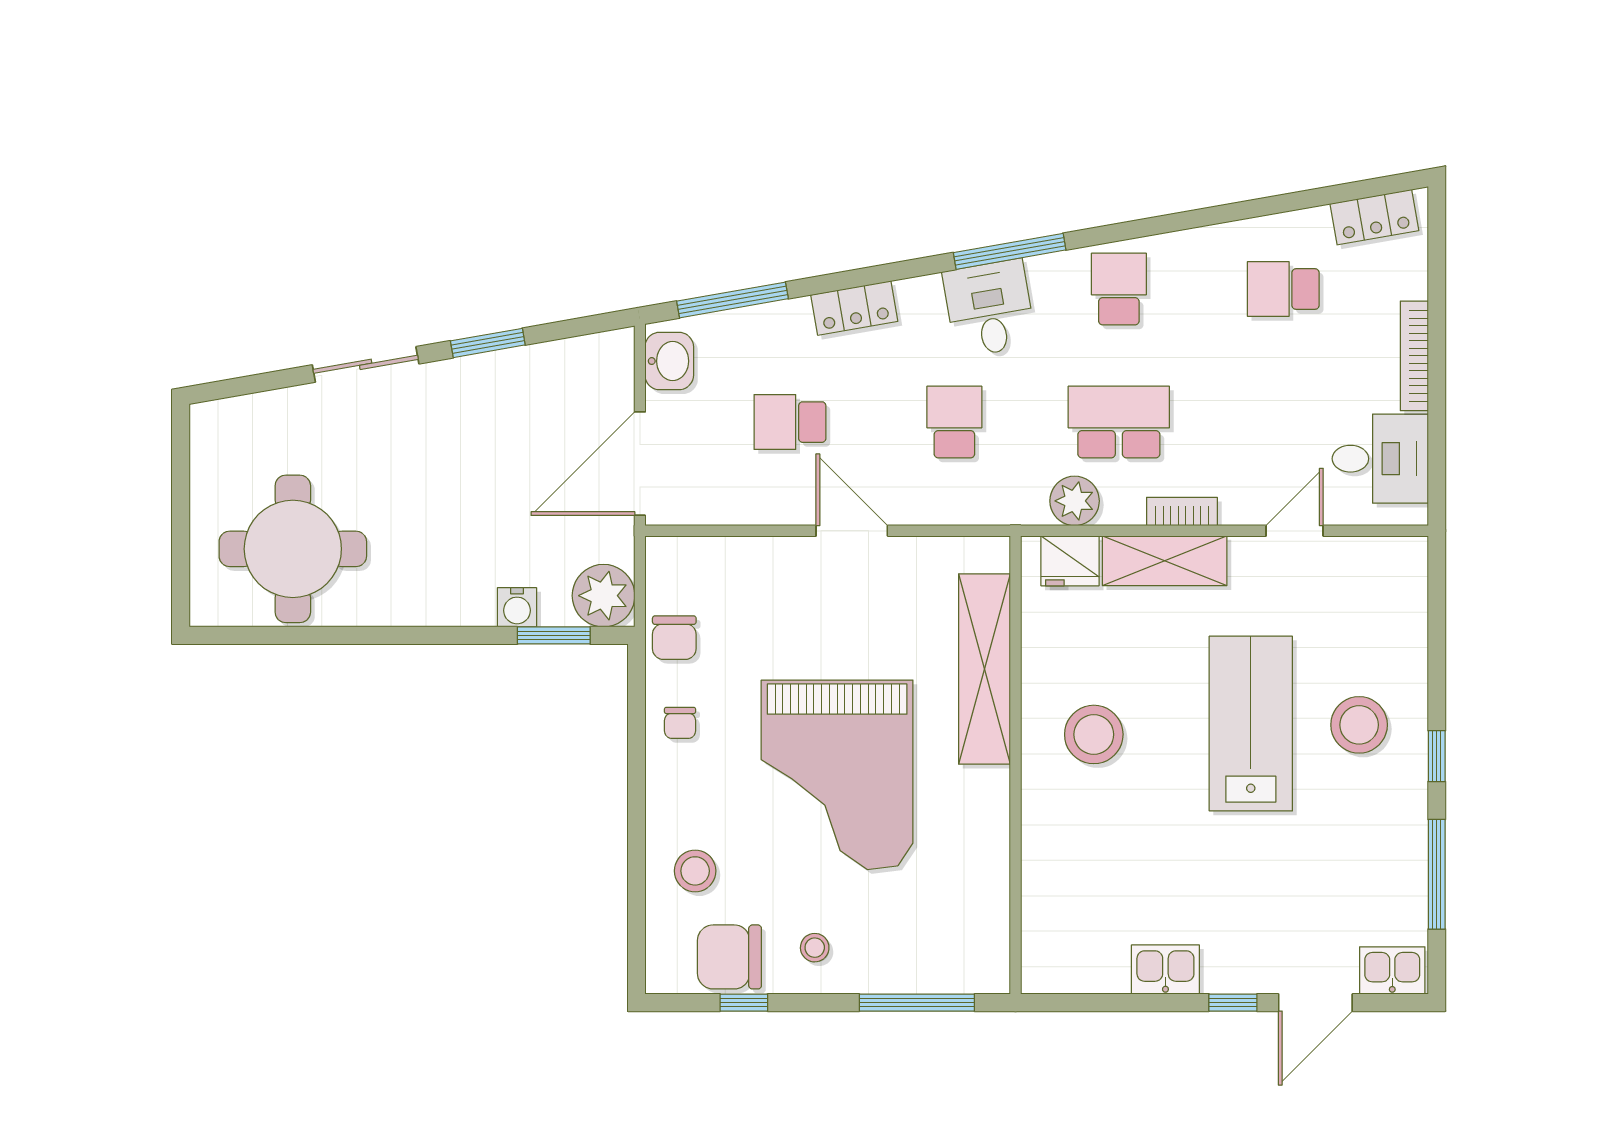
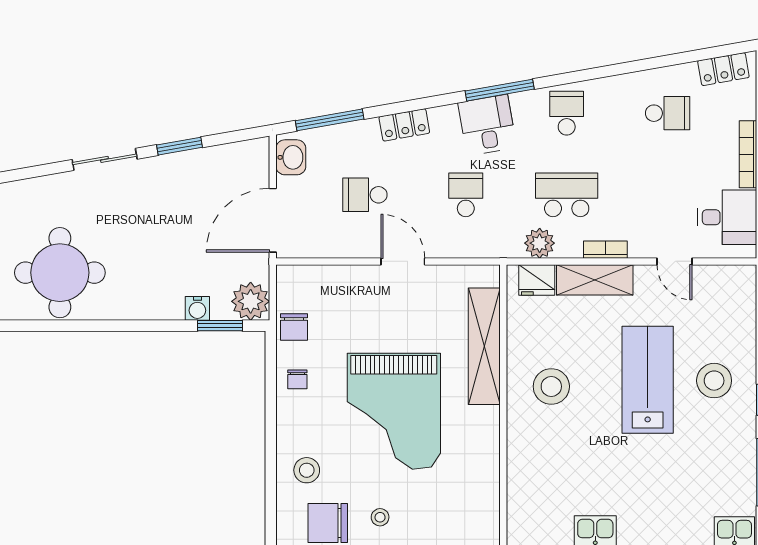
school desk: (1283, 289) -> (668, 113), turned 180
door: (1295, 531) -> (674, 261), swing flipped

